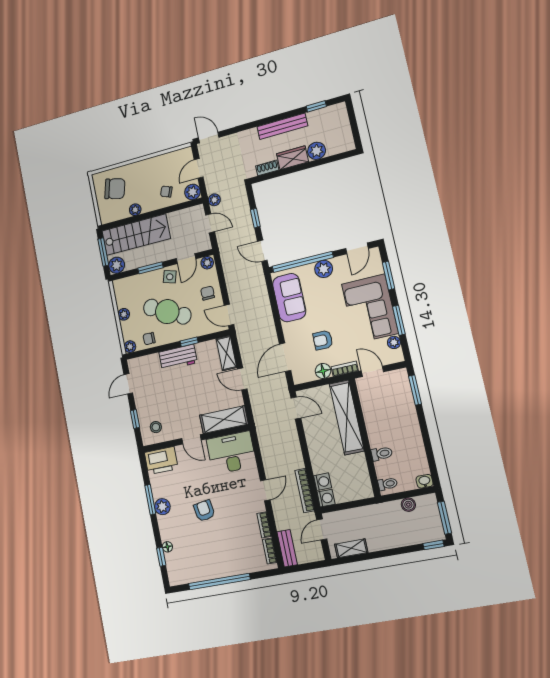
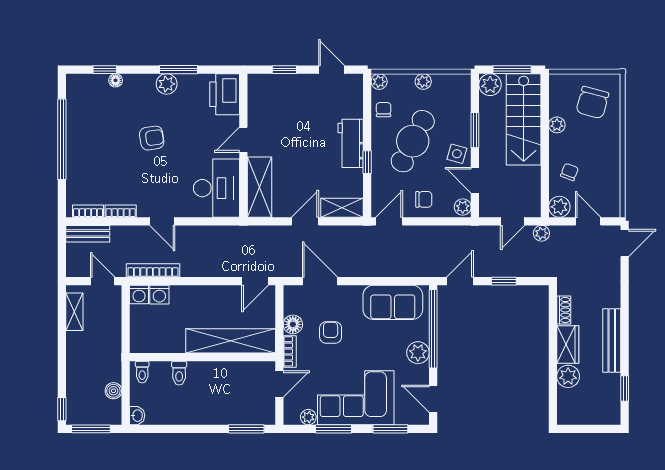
stool: (156, 427) -> (268, 96), removed

